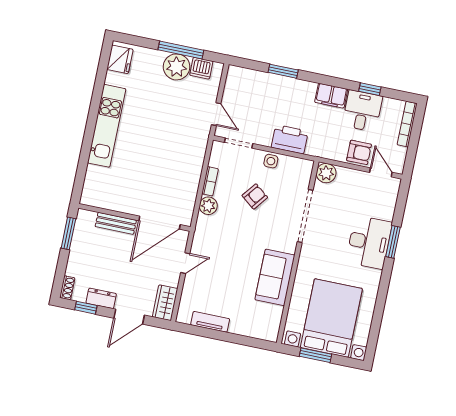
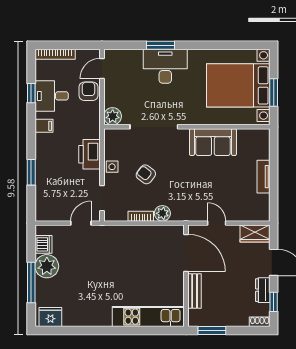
window: (181, 50) -> (31, 282), moved
filing cabinet: (331, 96) -> (44, 126), width x0.50
kitchen unit: (107, 126) -> (148, 317), moved
tv unit: (210, 322) -> (264, 177), moved

